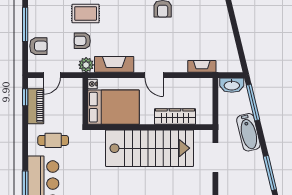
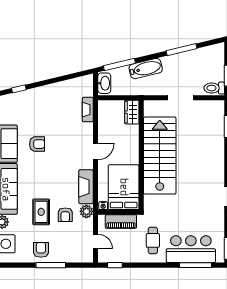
armchair: (38, 46) -> (41, 250), moved
piano: (36, 106) -> (121, 222), moved, turned 180
wardrobe: (175, 117) -> (132, 112), moved, width x0.67
doorway: (215, 158) -> (181, 98), moved

